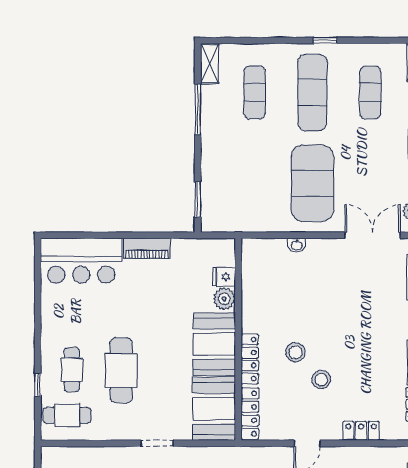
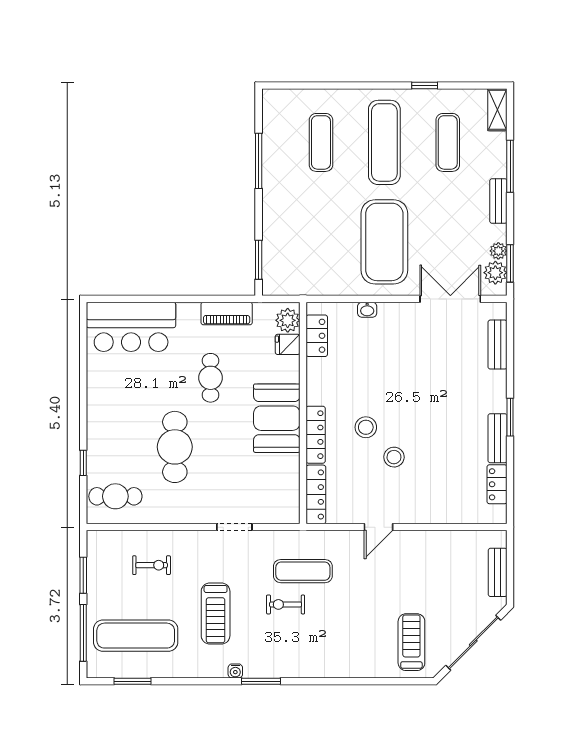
window: (325, 40) -> (425, 85), moved
shelving: (210, 64) -> (272, 111), removed
piano: (147, 248) -> (227, 313), moved
plant: (224, 299) -> (288, 320), moved
cafe table: (72, 370) -> (210, 378), moved
booth: (214, 409) -> (276, 489), removed
locker: (361, 431) -> (317, 336), moved, turned 90
doorway: (157, 443) -> (234, 527), moved

